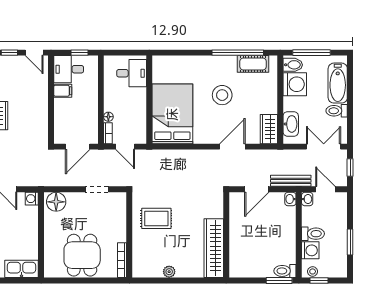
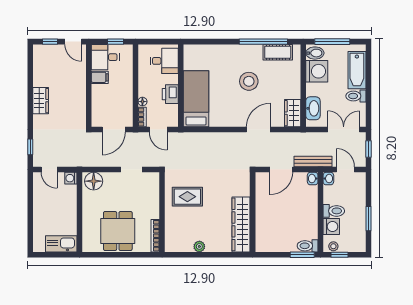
printer: (138, 109) -> (170, 94), added
bed: (172, 114) -> (196, 99), width x0.67

